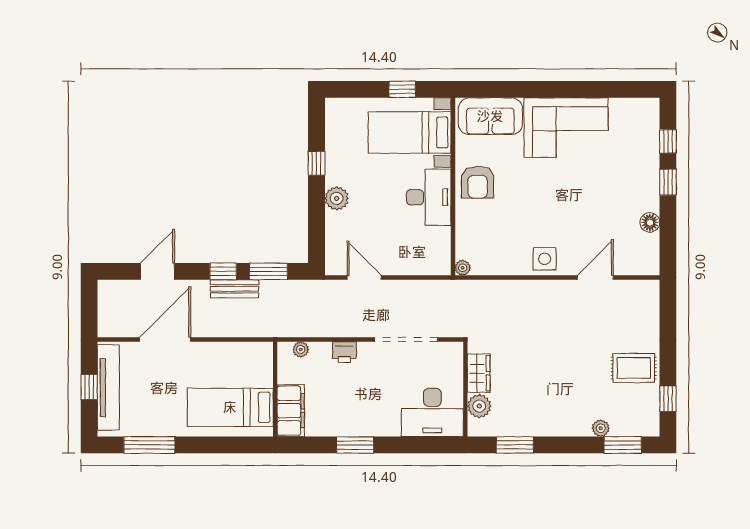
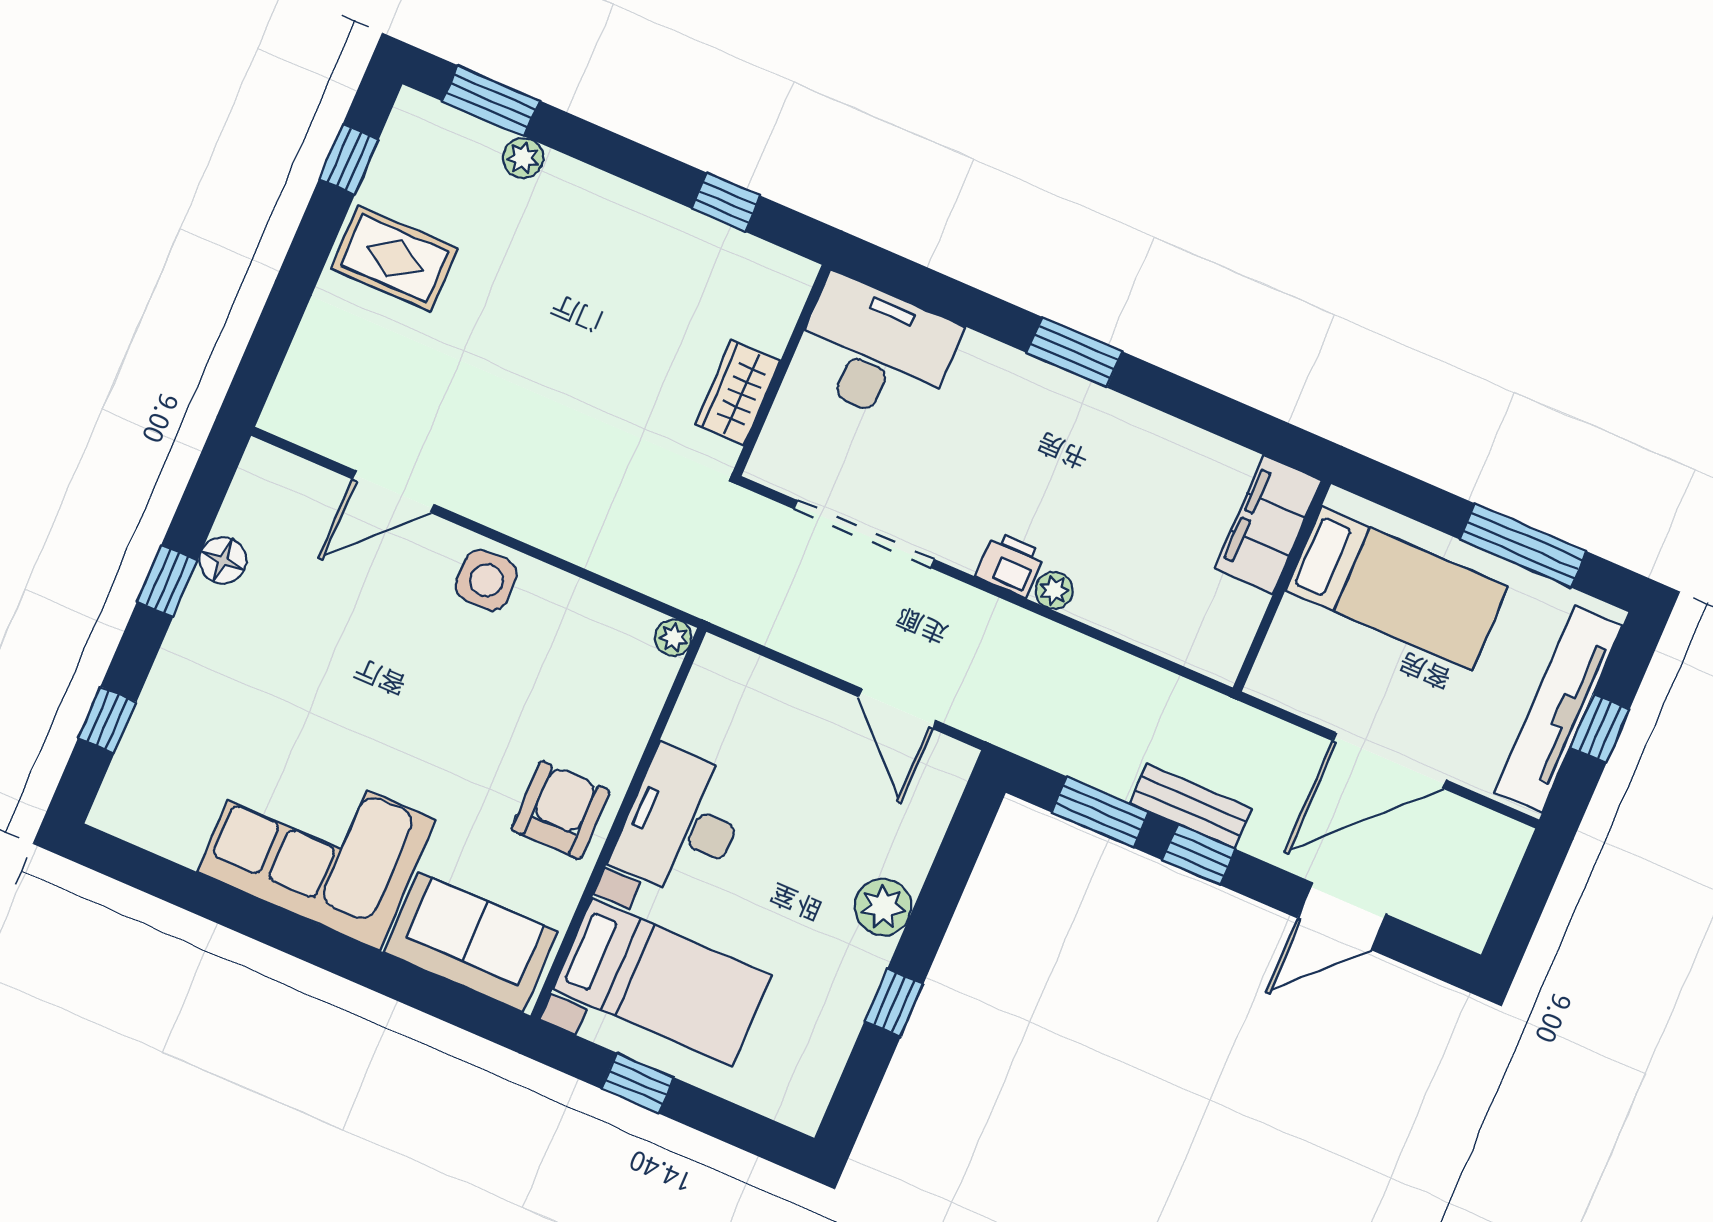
window: (668, 182) -> (167, 581), moved
plant: (301, 349) -> (1054, 590), moved
wall: (275, 389) -> (1282, 586), moved
plant: (479, 406) -> (767, 320), removed
bed: (230, 407) -> (1397, 588), moved
filing cabinet: (291, 411) -> (1268, 524), moved
window: (515, 445) -> (726, 202), width x0.67

